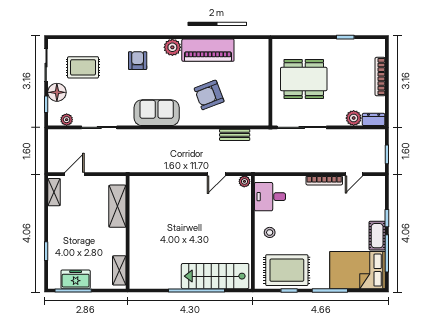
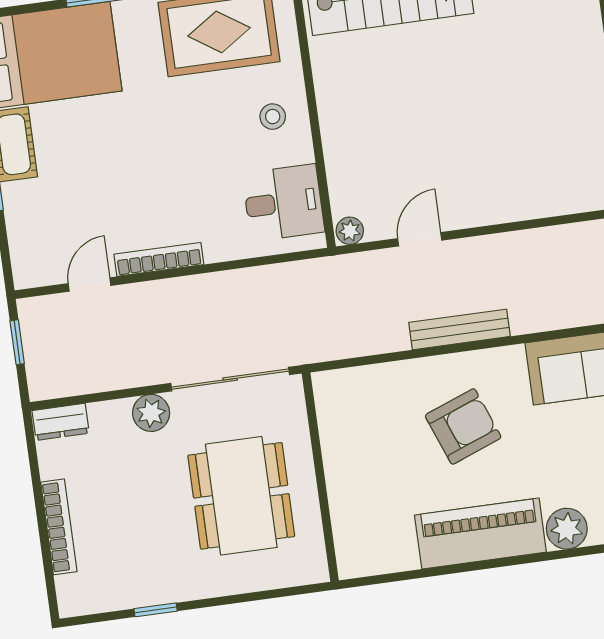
dining table: (304, 79) -> (241, 496), turned 90
plant: (354, 118) -> (151, 413), moved
bench: (235, 135) -> (460, 329), moved, width x1.36

